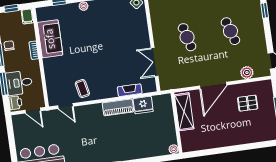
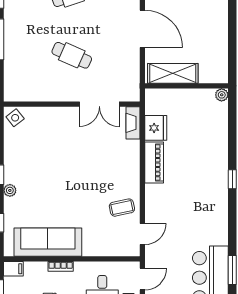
cafe table: (187, 37) -> (72, 55), turned 39
sofa: (50, 39) -> (48, 242), width x1.36
fireplace: (130, 90) -> (133, 123), moved

